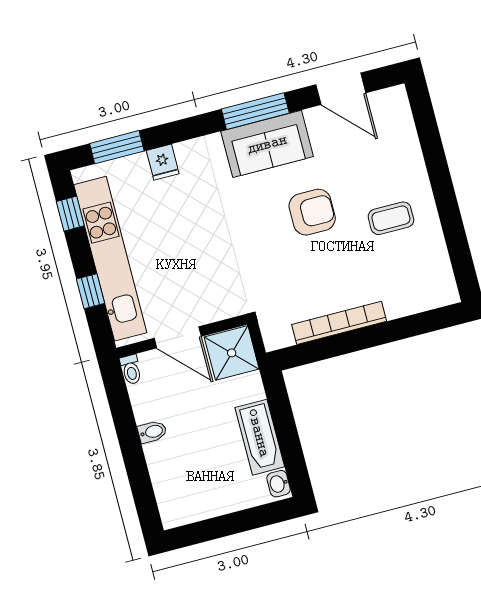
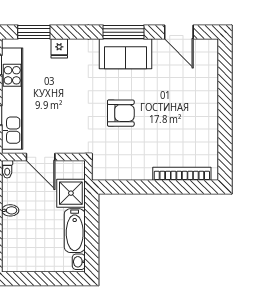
armchair: (312, 212) -> (121, 113), moved
coffee table: (391, 218) -> (189, 119), removed
bookcase: (339, 323) -> (182, 174), moved
shower: (232, 353) -> (71, 193), moved

